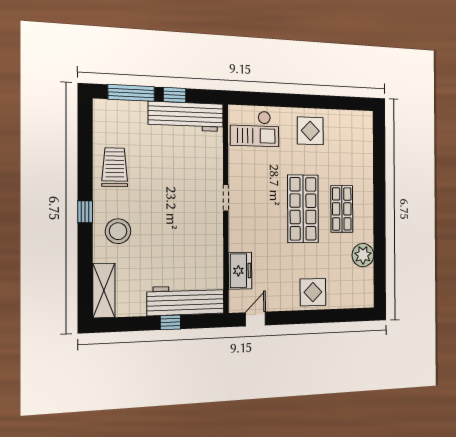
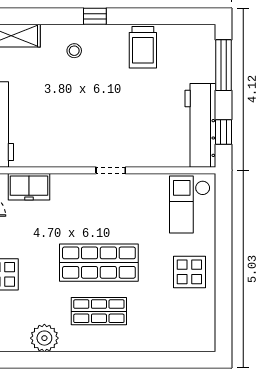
window: (175, 95) -> (224, 132), moved
trolley: (115, 167) -> (143, 47), turned 90
stool: (118, 231) -> (74, 51), width x0.53, depth x0.53

